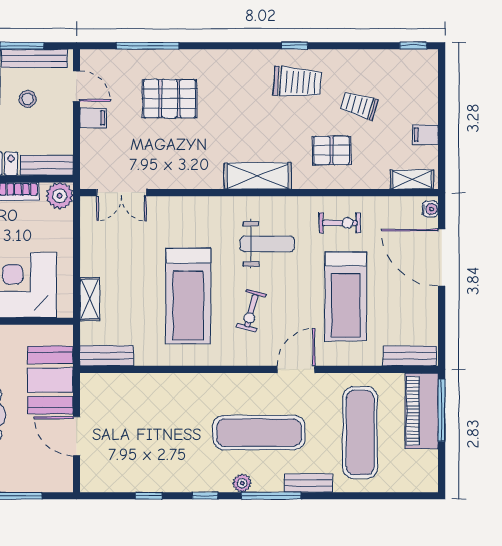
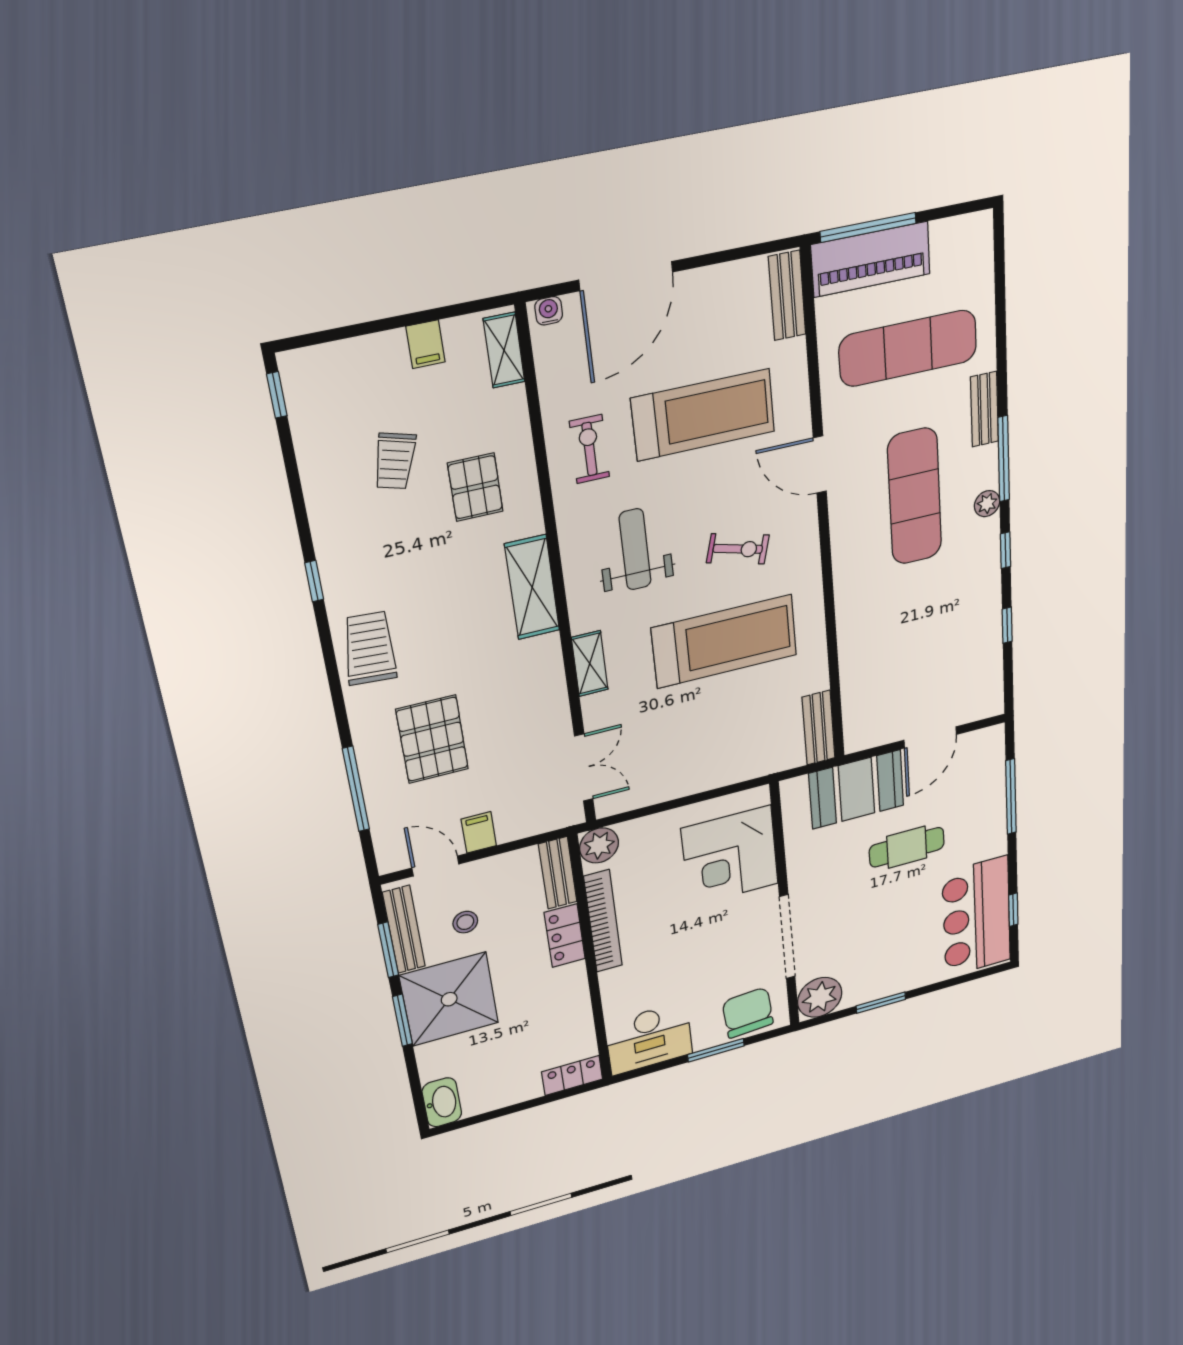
trolley: (297, 82) -> (370, 648), moved
door: (77, 86) -> (435, 866), hinge flipped
shelving: (90, 299) -> (590, 664), moved, turned 90

